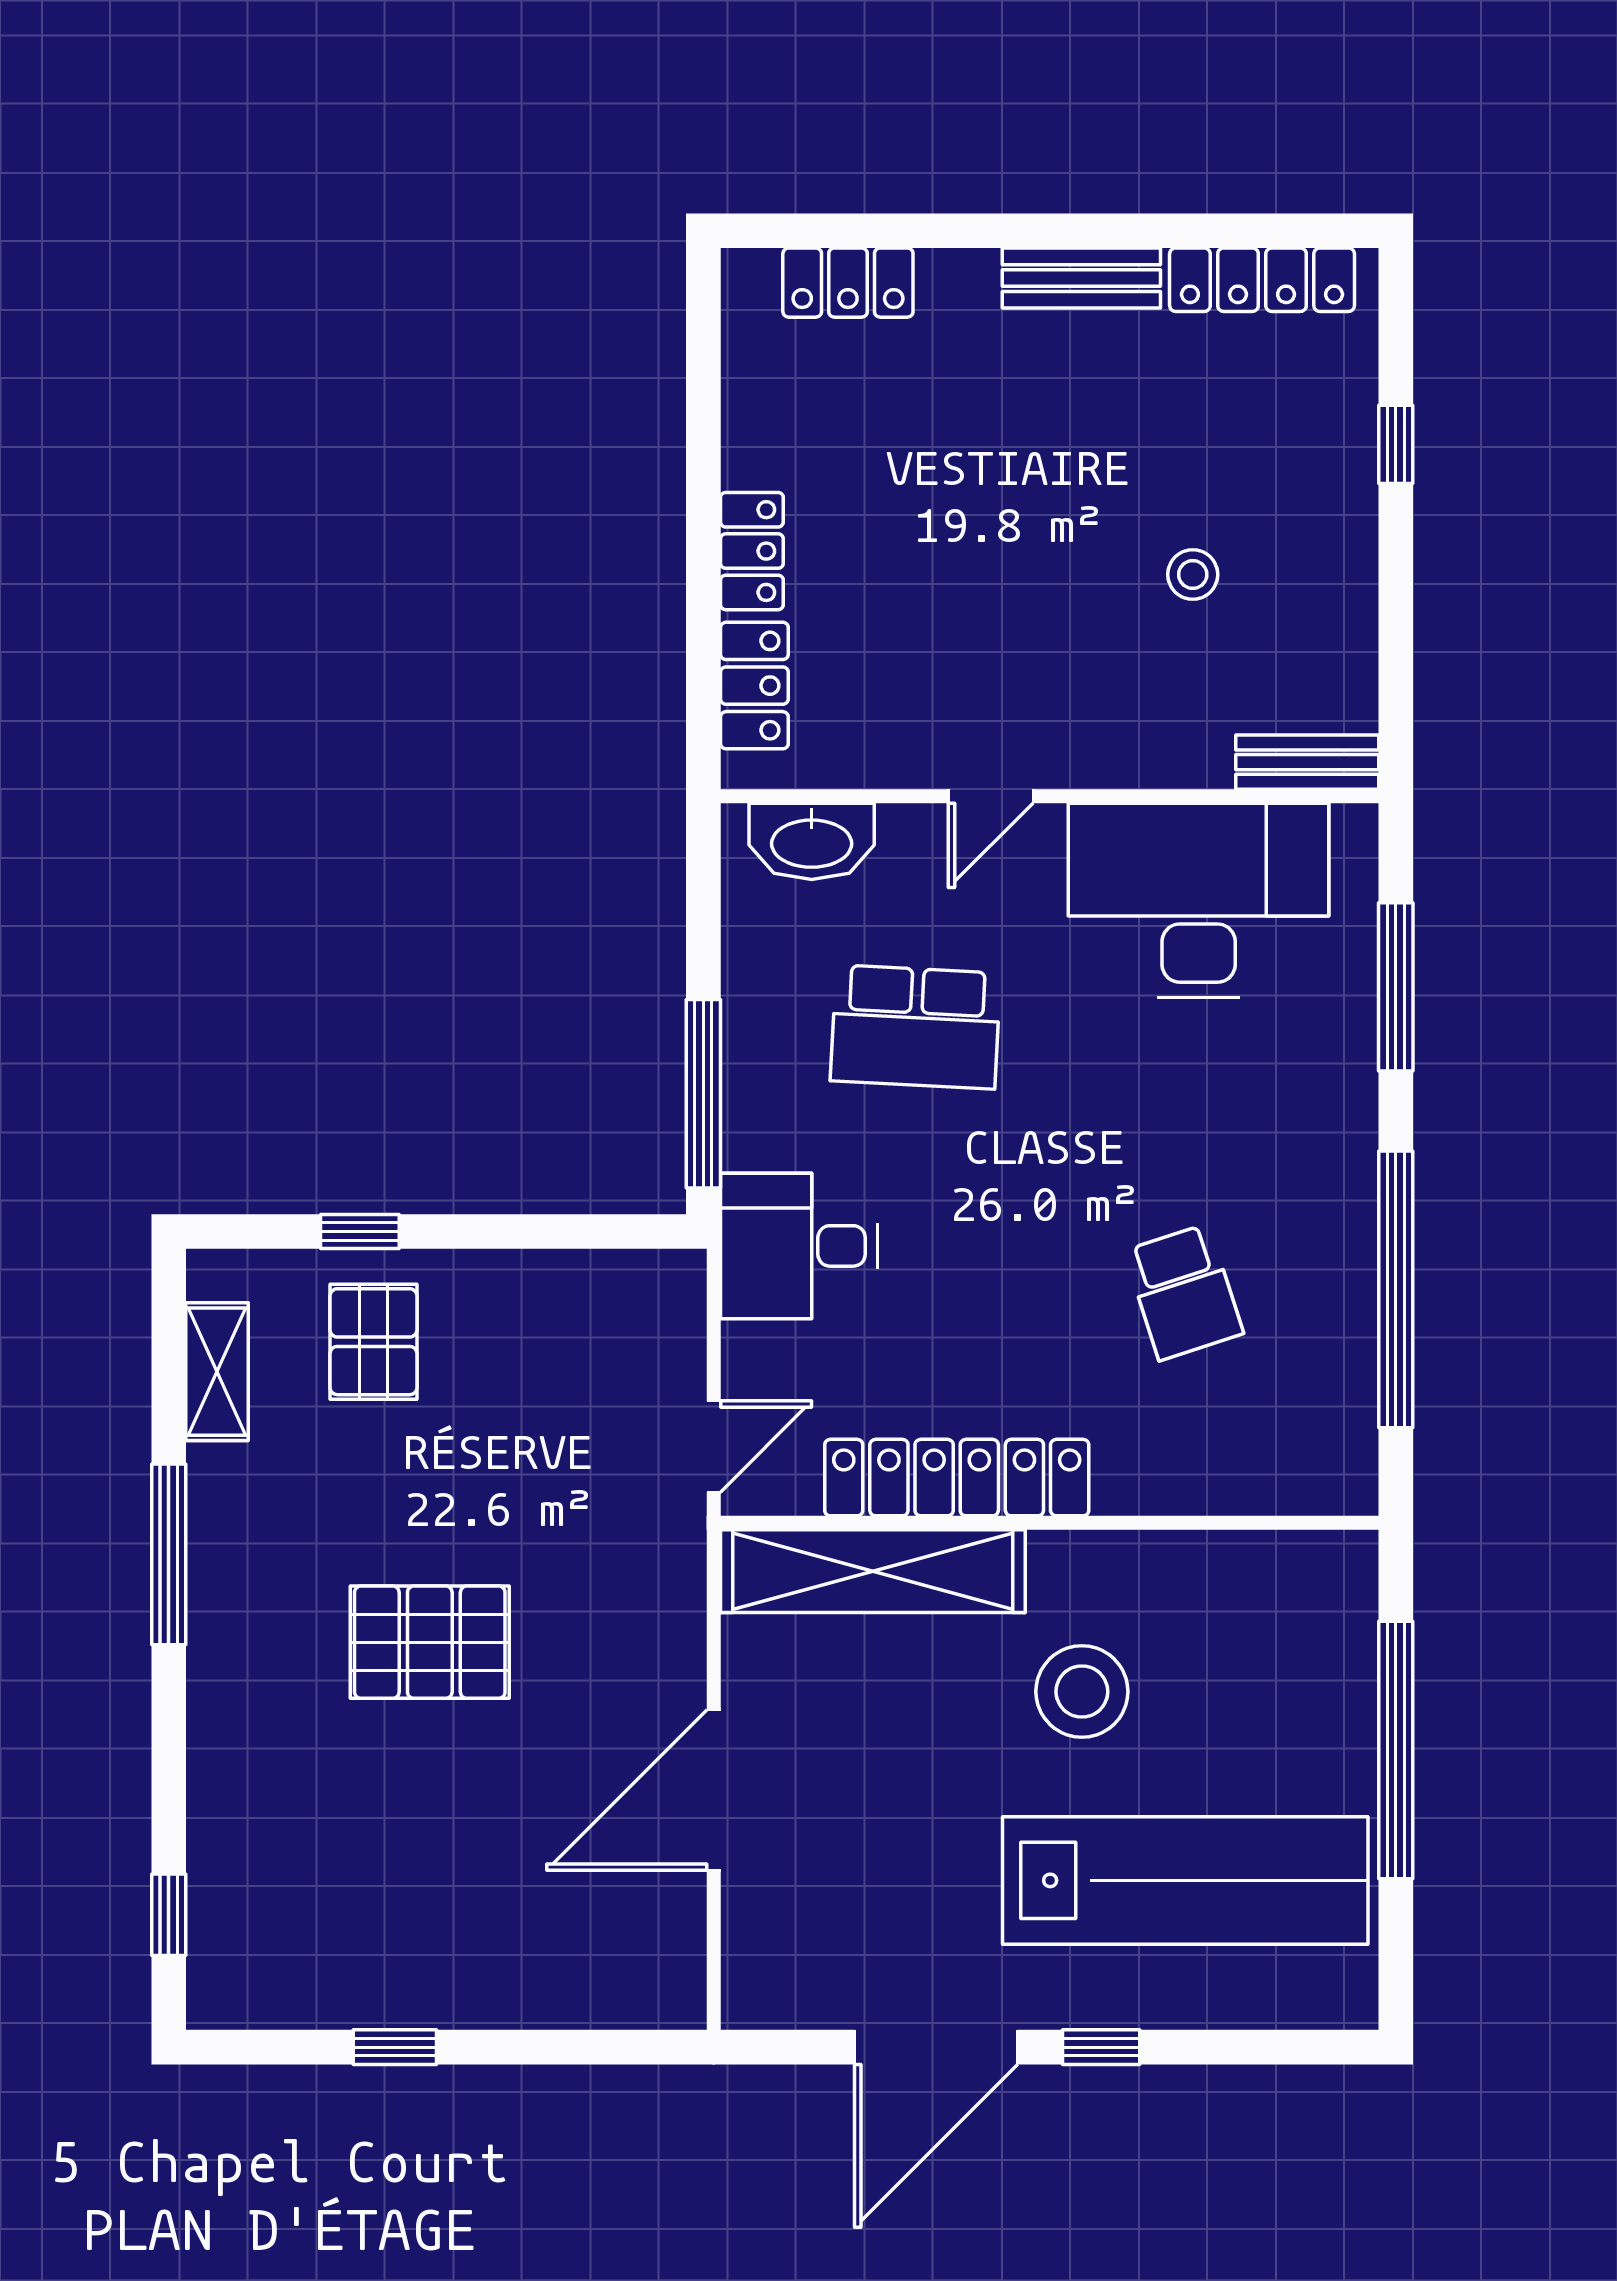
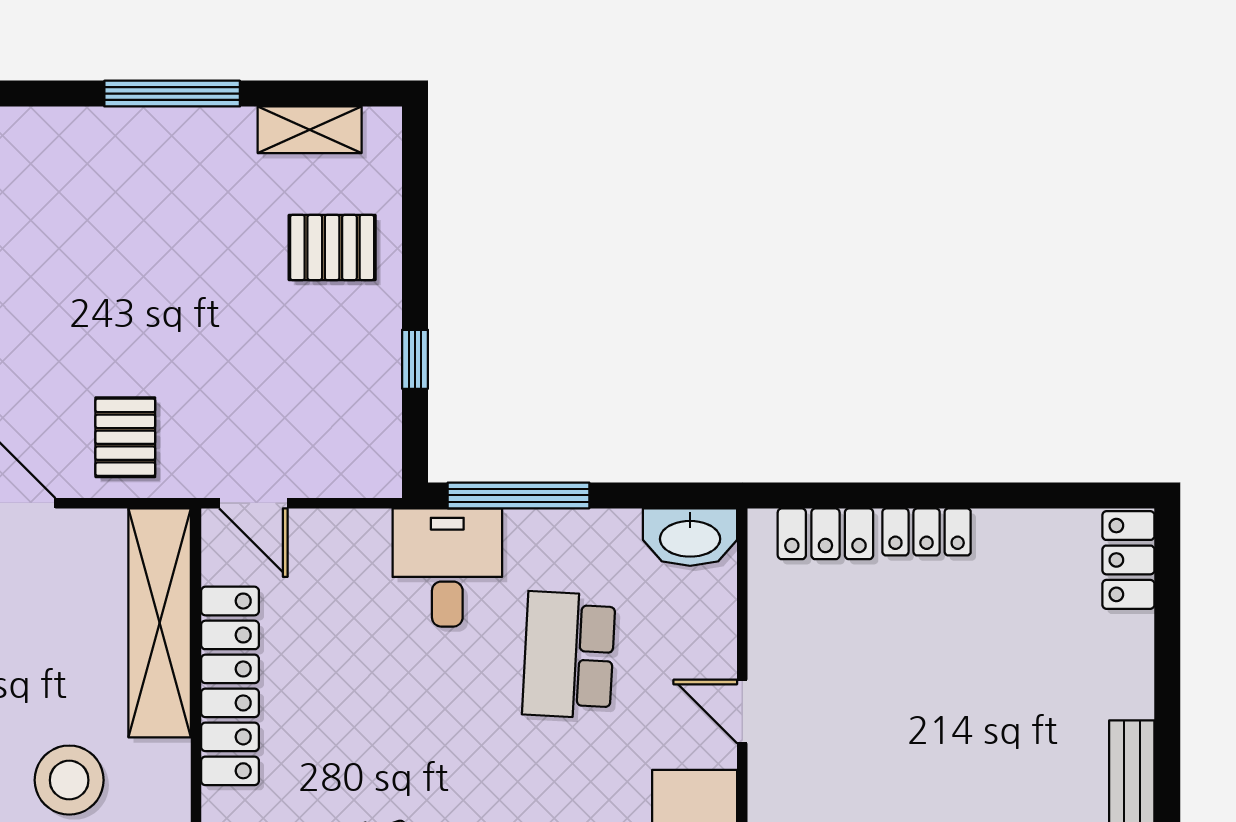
locker: (848, 283) -> (1128, 560), moved
washbasin: (812, 841) -> (690, 537), moved, turned -90
window: (360, 1231) -> (415, 359), moved
desk: (799, 1246) -> (447, 567), moved
pallet: (430, 1642) -> (125, 437), moved, width x0.67, depth x0.71

